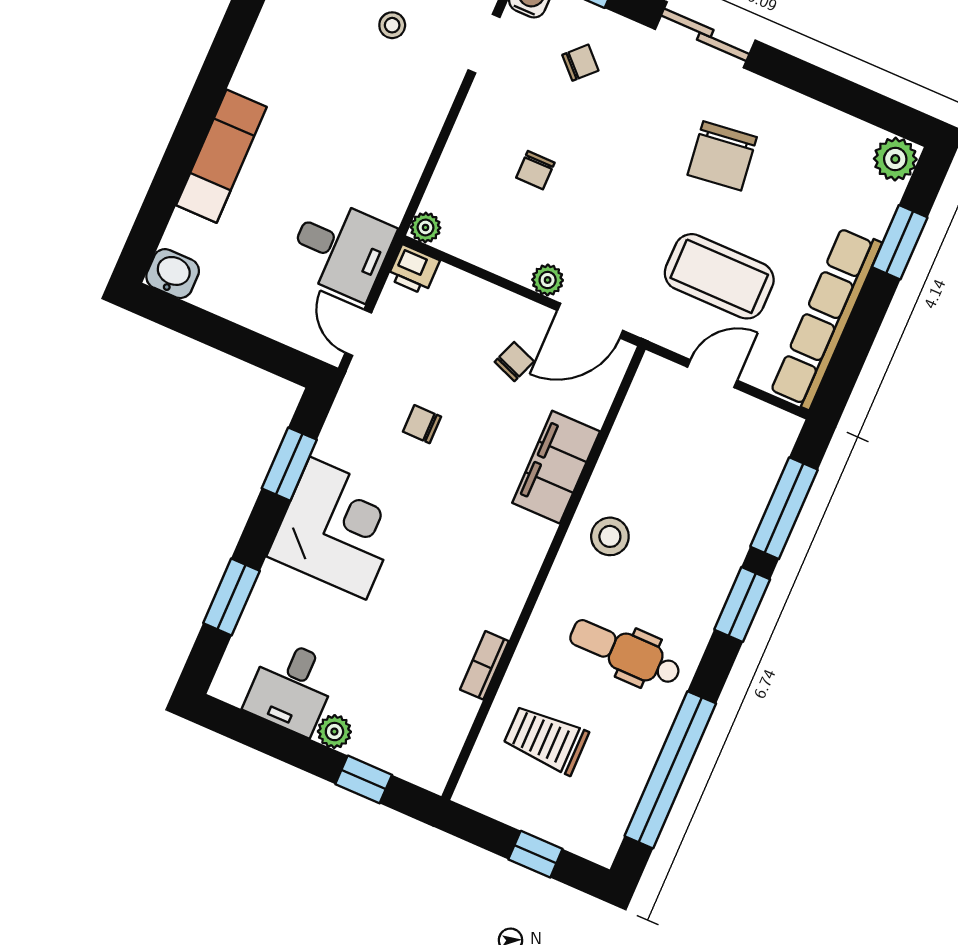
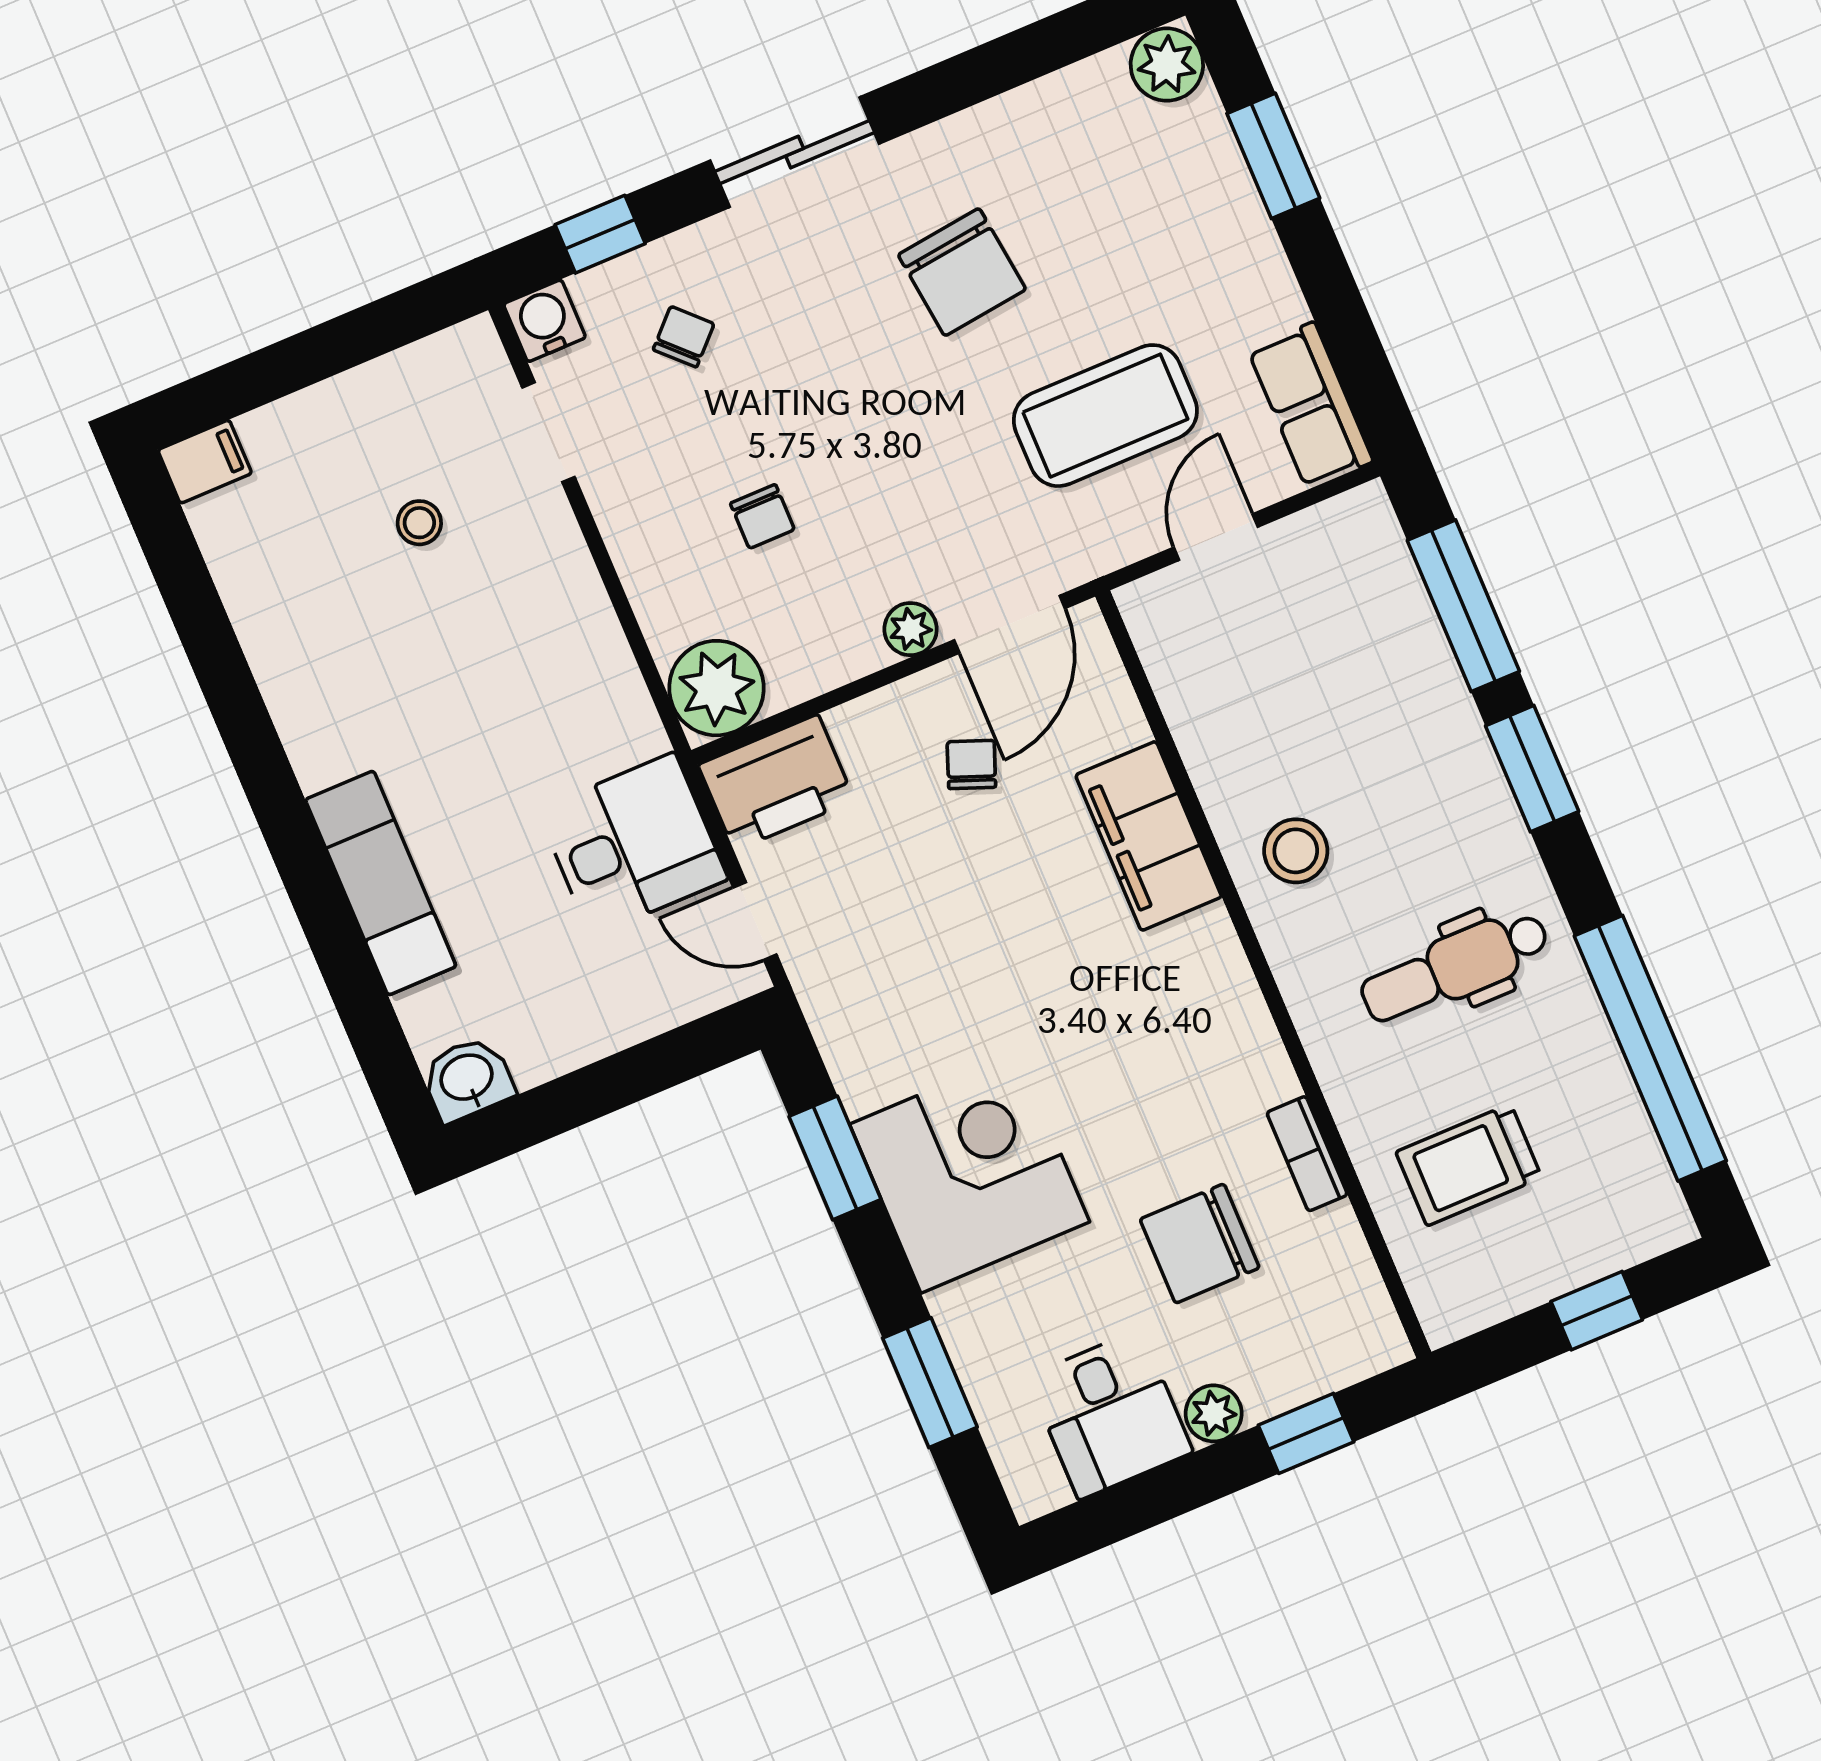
plant: (426, 227) -> (717, 688), width x1.87, depth x1.87
printer: (414, 269) -> (776, 782), width x1.87, depth x1.48
row of seats: (826, 318) -> (1310, 405), width x0.50
chair: (422, 424) -> (1200, 1244), moved, width x1.87, depth x1.87

